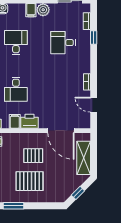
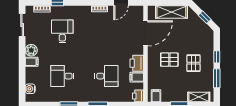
desk: (63, 43) -> (62, 31), turned 180
pallet: (33, 156) -> (169, 60), turned 90
pallet: (30, 181) -> (193, 63), width x0.67, depth x0.71
window: (36, 206) -> (217, 57), added

